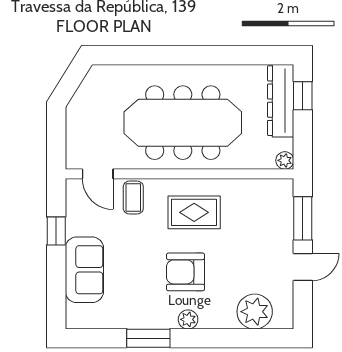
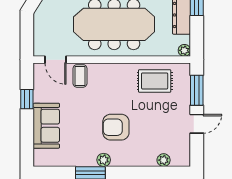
rug: (194, 212) -> (155, 81), moved
plant: (255, 312) -> (164, 160), width x0.53, depth x0.53
plant: (188, 319) -> (104, 160), moved

